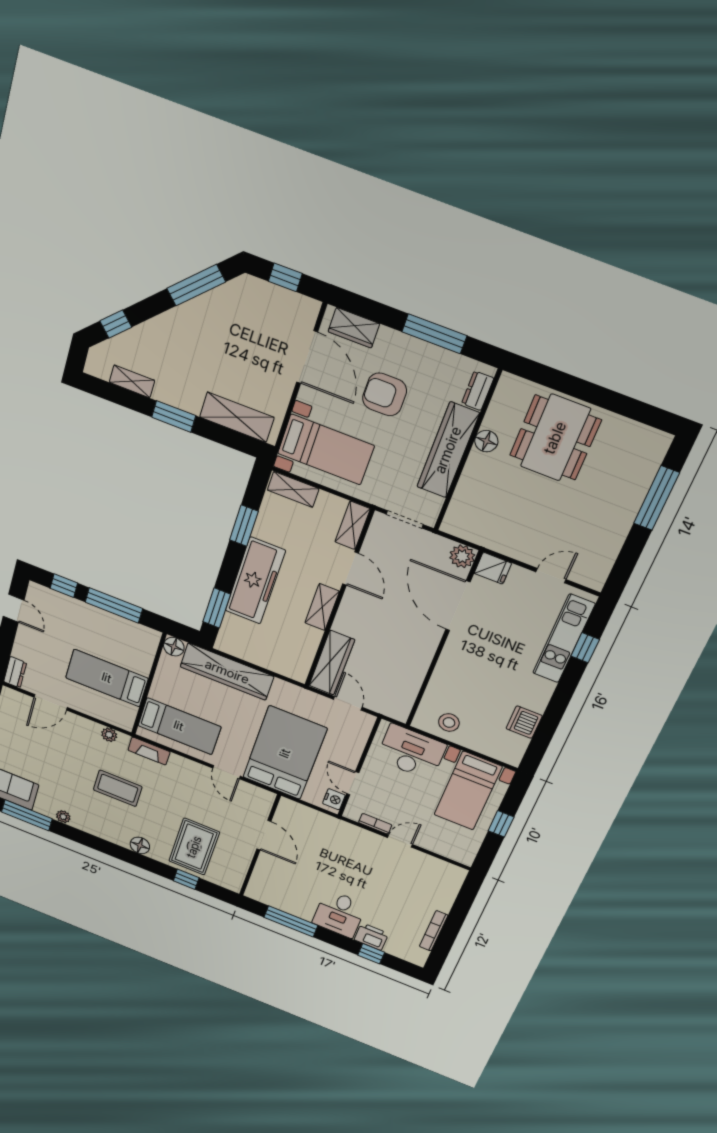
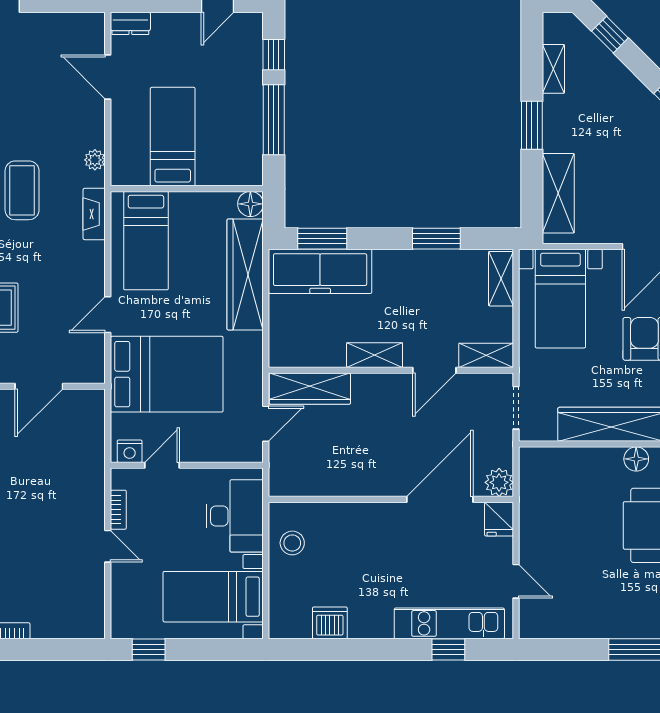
freezer: (255, 581) -> (320, 271), moved
window: (501, 824) -> (149, 649), moved

